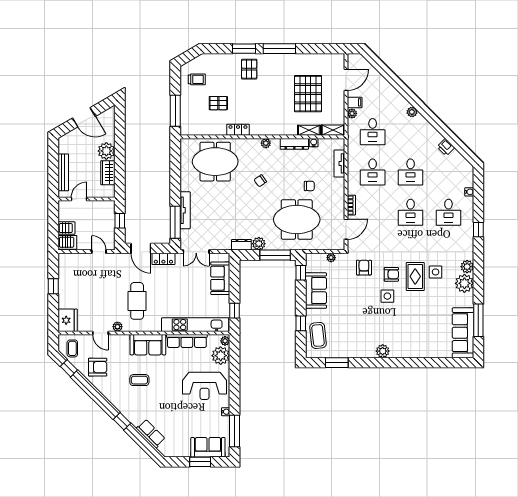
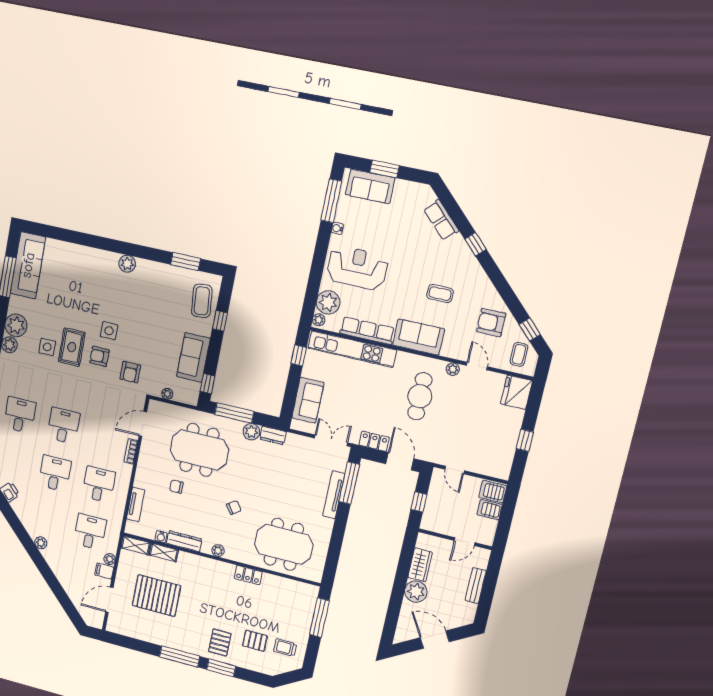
pallet: (308, 94) -> (156, 596), turned 90
pallet: (218, 103) -> (255, 641), moved
bench: (63, 172) -> (476, 586), width x0.73

